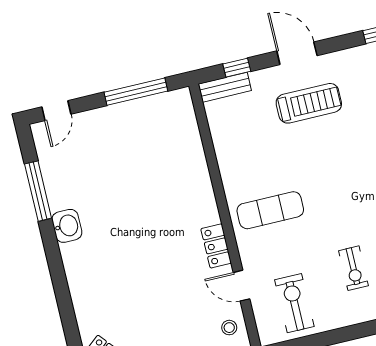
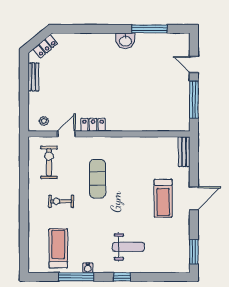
window: (237, 68) -> (194, 161), removed
door: (56, 111) -> (194, 64), moved
exercise mat: (270, 210) -> (98, 179), moved
exercise bike: (294, 303) -> (49, 162), turned -90

